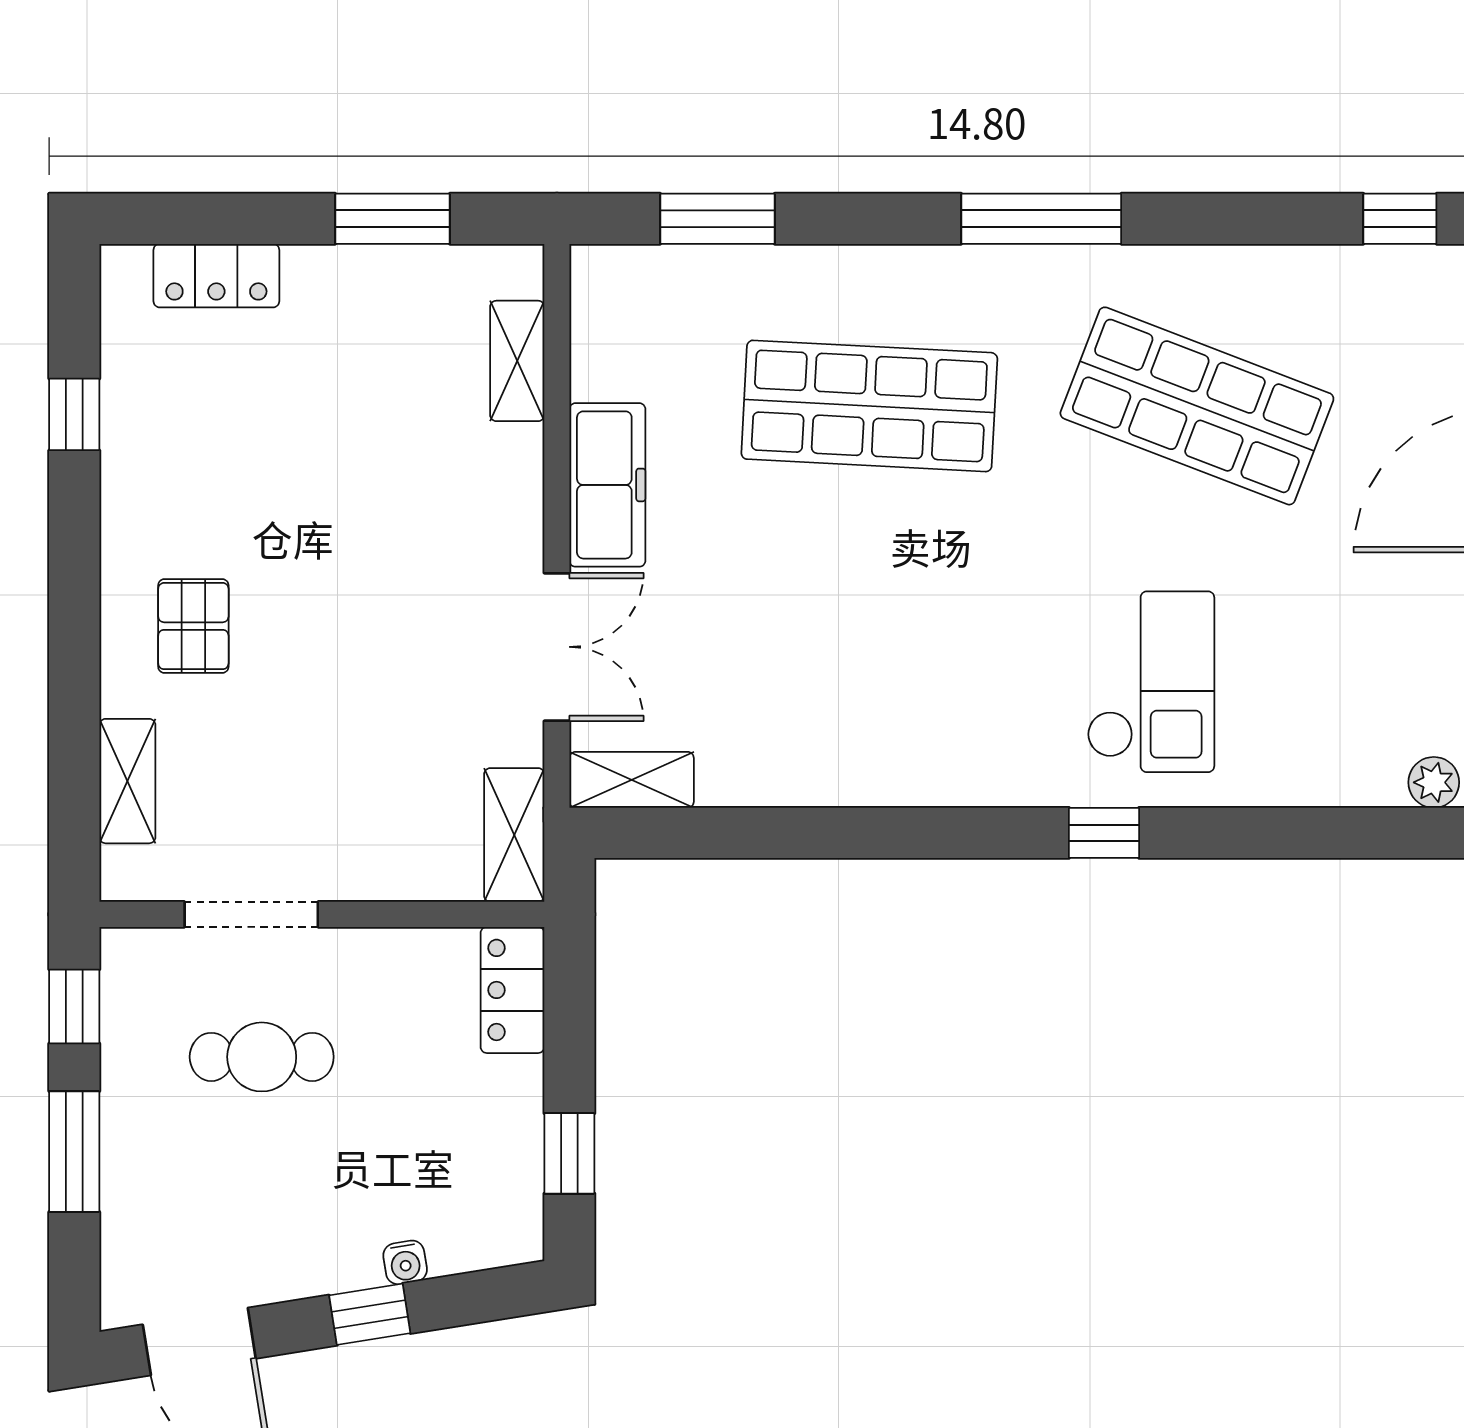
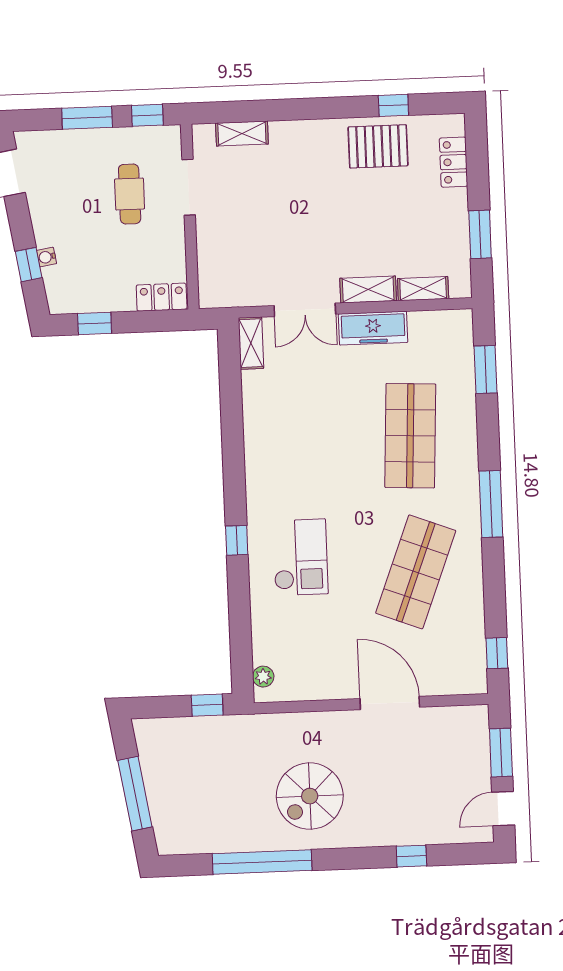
pallet: (193, 626) -> (378, 146), moved, width x1.50, depth x1.42
checkout: (1151, 682) -> (300, 557), turned -90
shelving: (514, 835) -> (368, 290), moved
window: (370, 1314) -> (29, 265), moved

